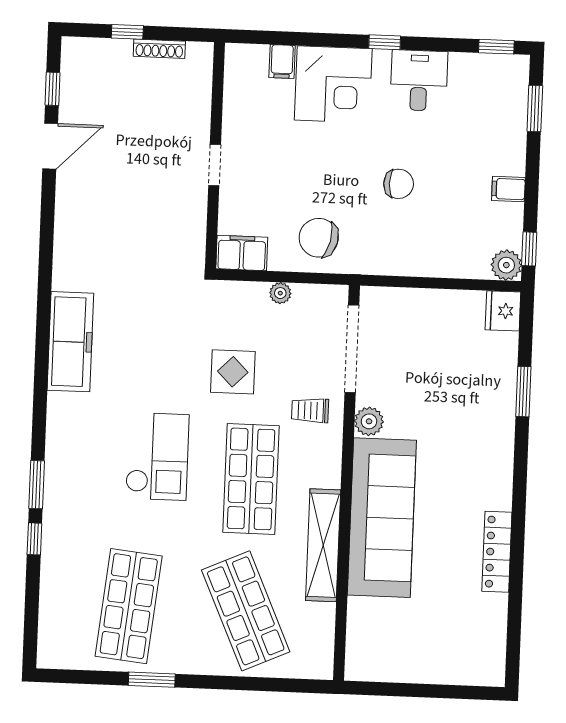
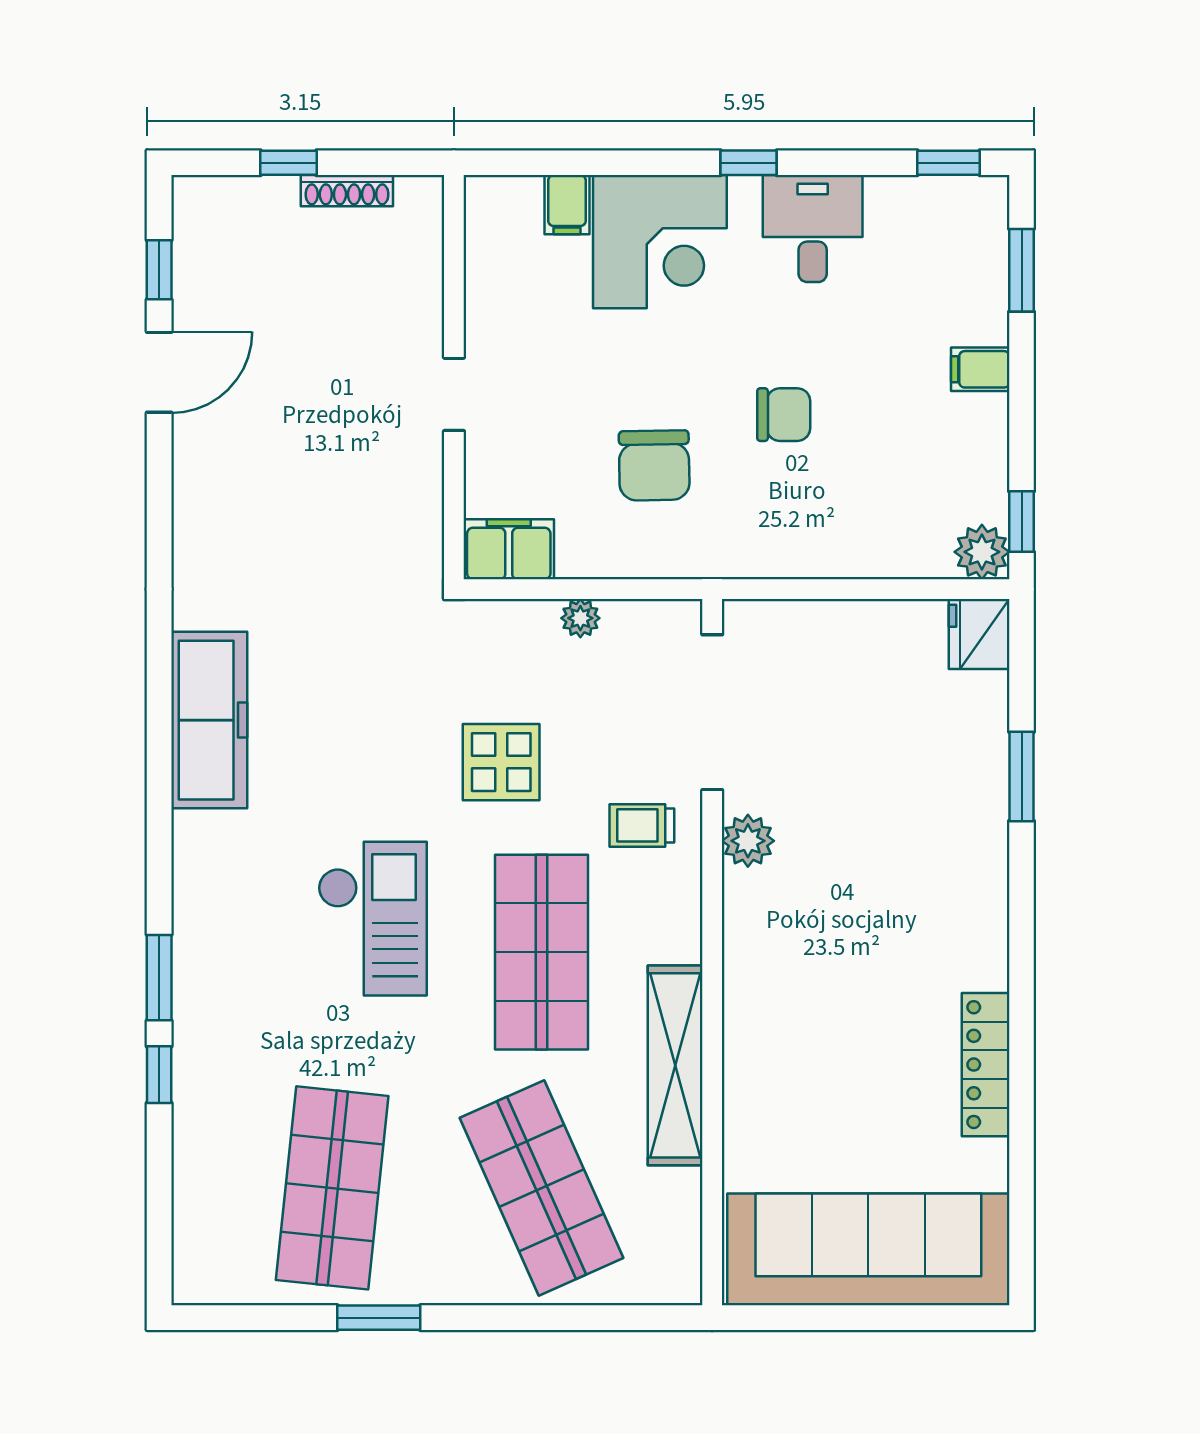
filing cabinet: (508, 189) -> (980, 369), moved
chair: (319, 238) -> (654, 465), moved, turned -104
sofa: (382, 518) -> (868, 1249), moved, turned -90

